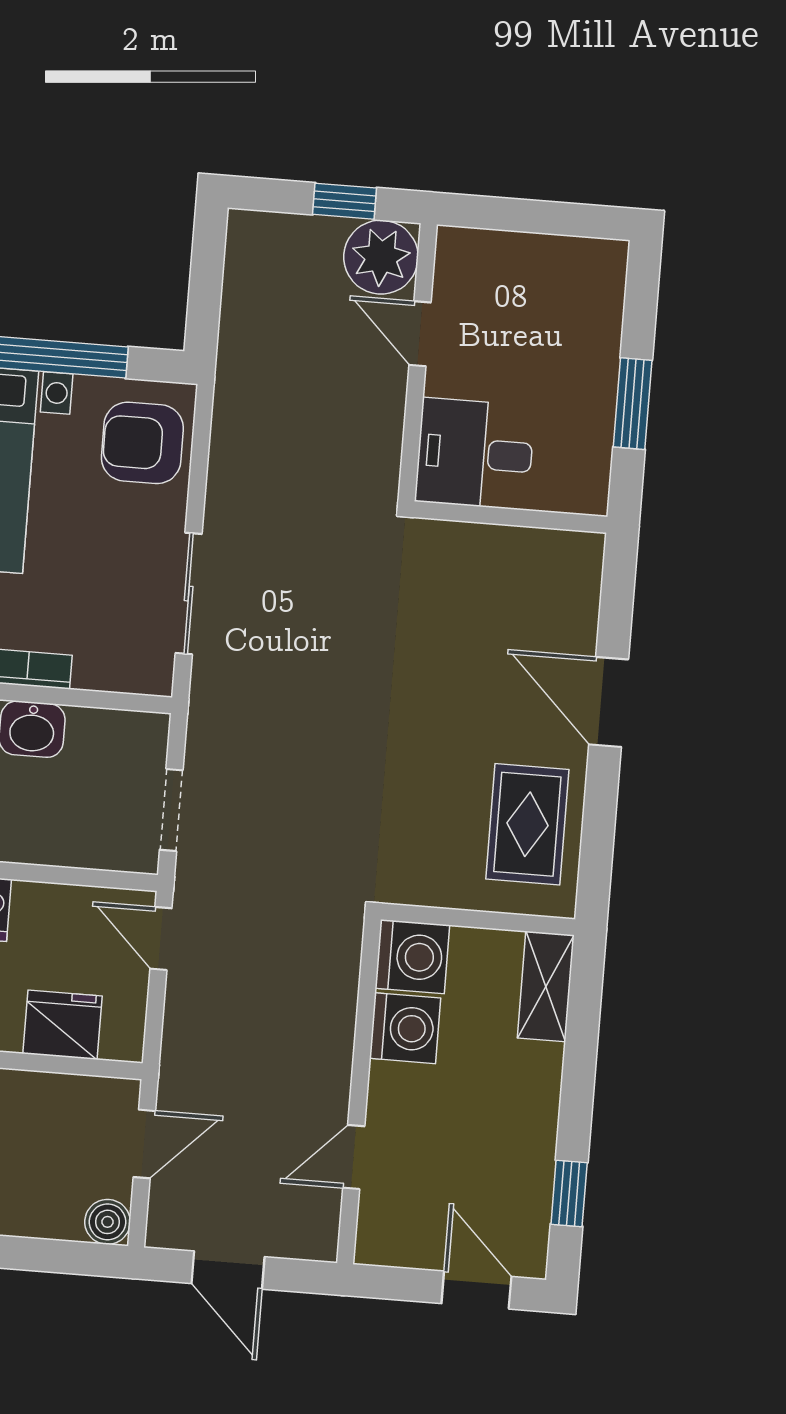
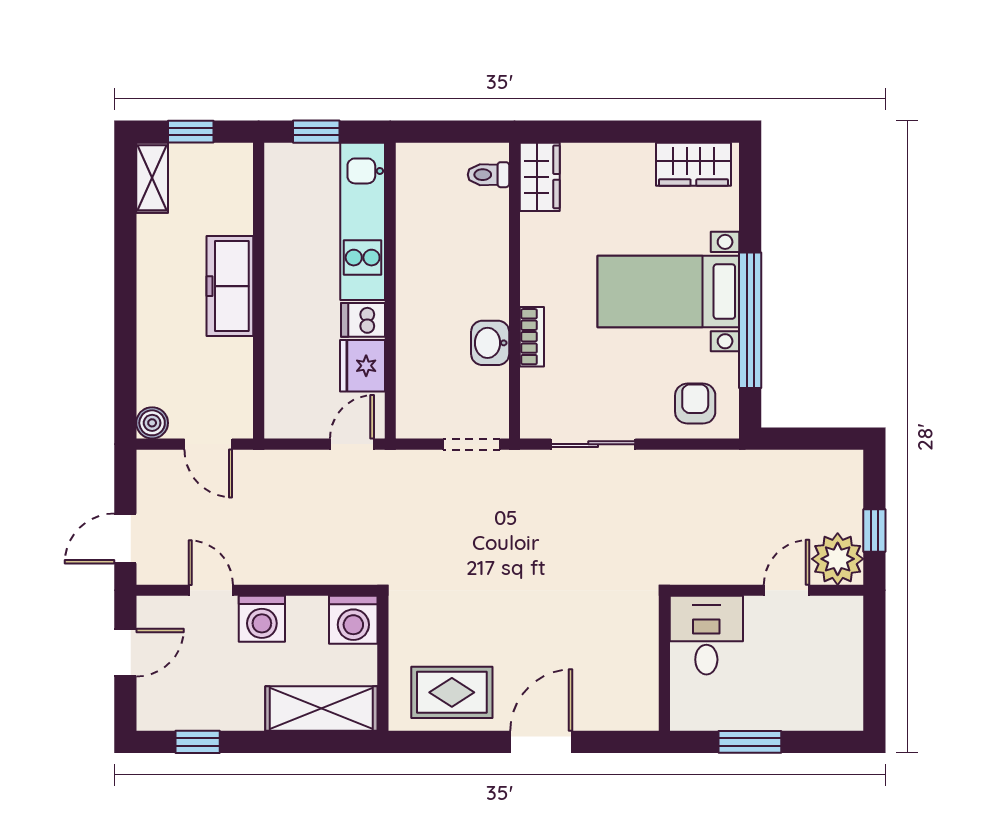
armchair: (142, 443) -> (695, 404), width x0.72, depth x0.72
doorway: (171, 810) -> (472, 444), moved
shelving: (546, 987) -> (321, 709), width x1.50, depth x1.33
fridge: (62, 1025) -> (362, 366), moved, turned 180
washing machine: (405, 1028) -> (262, 619), moved
door: (228, 1270) -> (125, 539), moved
door: (476, 1290) -> (125, 653), moved

